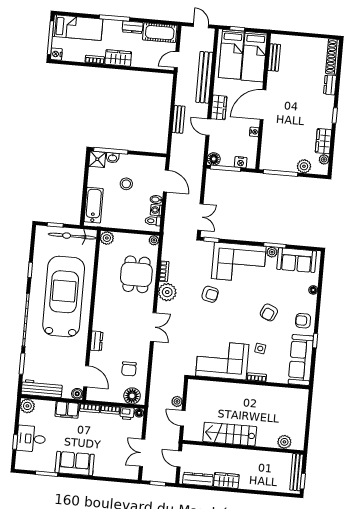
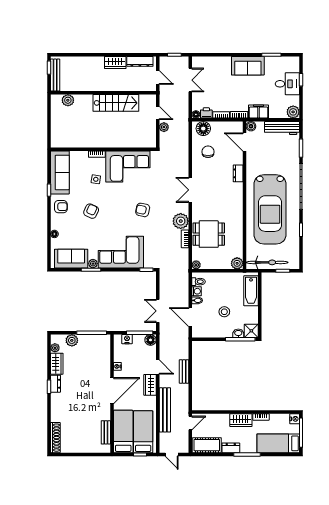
dresser: (330, 85) -> (55, 384), moved
double door: (200, 217) -> (158, 311), moved
dining table: (136, 274) -> (209, 234), turned 90
armchair: (210, 294) -> (143, 210), moved

